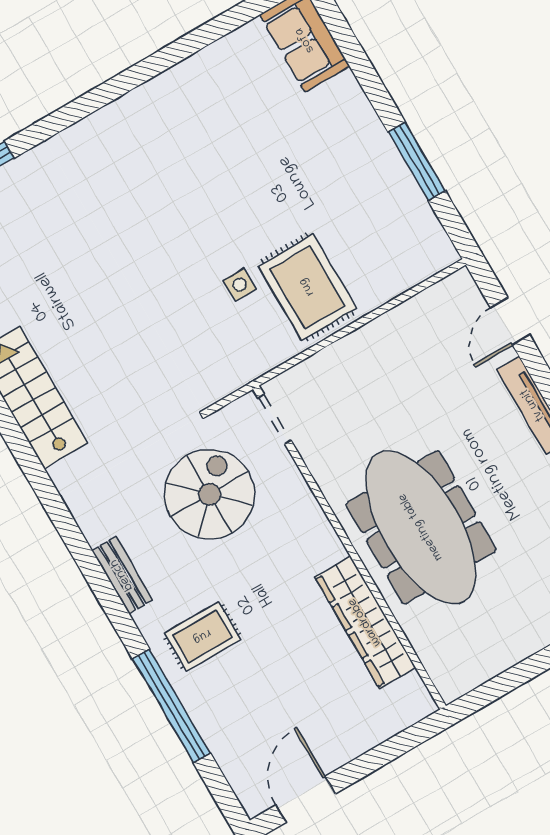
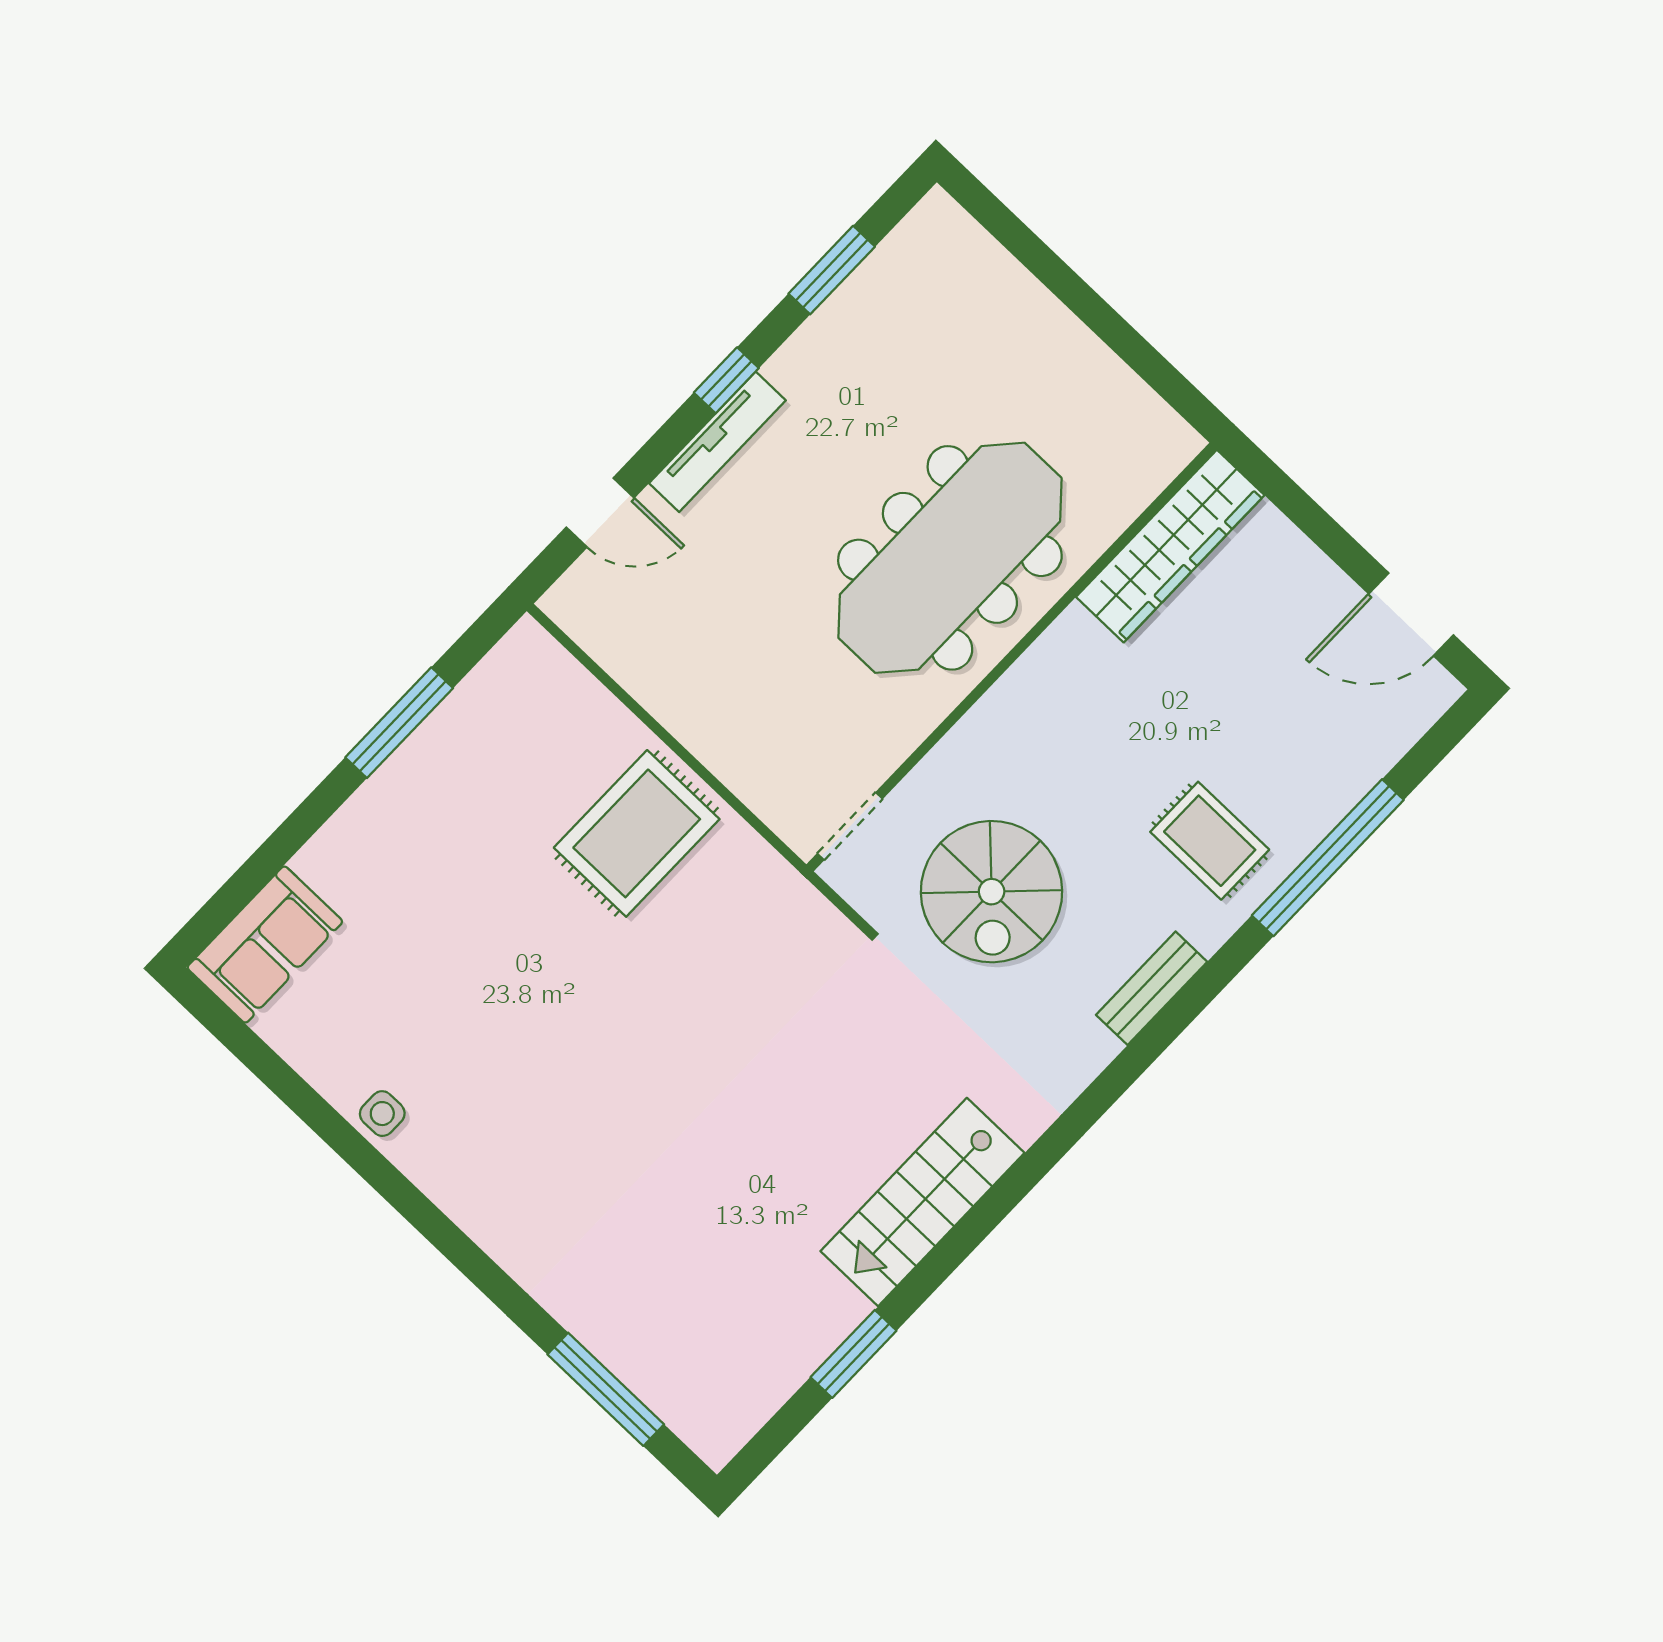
side table: (240, 285) -> (382, 1114), moved
spiral stairs: (210, 494) -> (992, 892), turned -90
wardrobe: (365, 622) -> (1170, 546), moved

